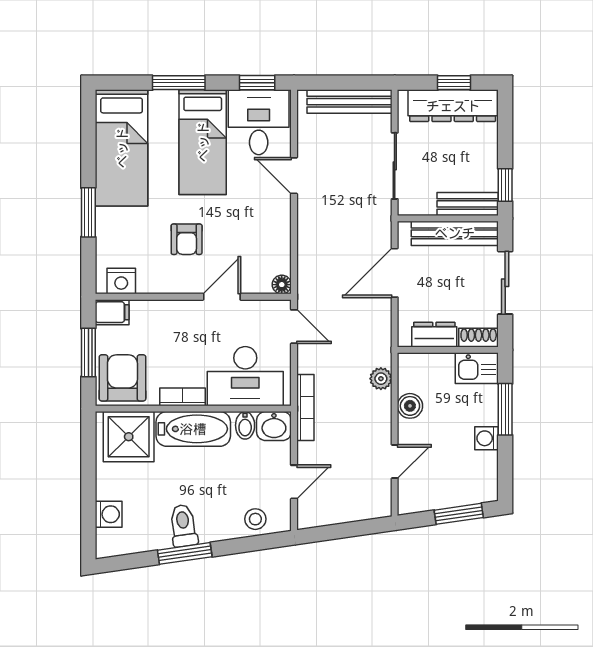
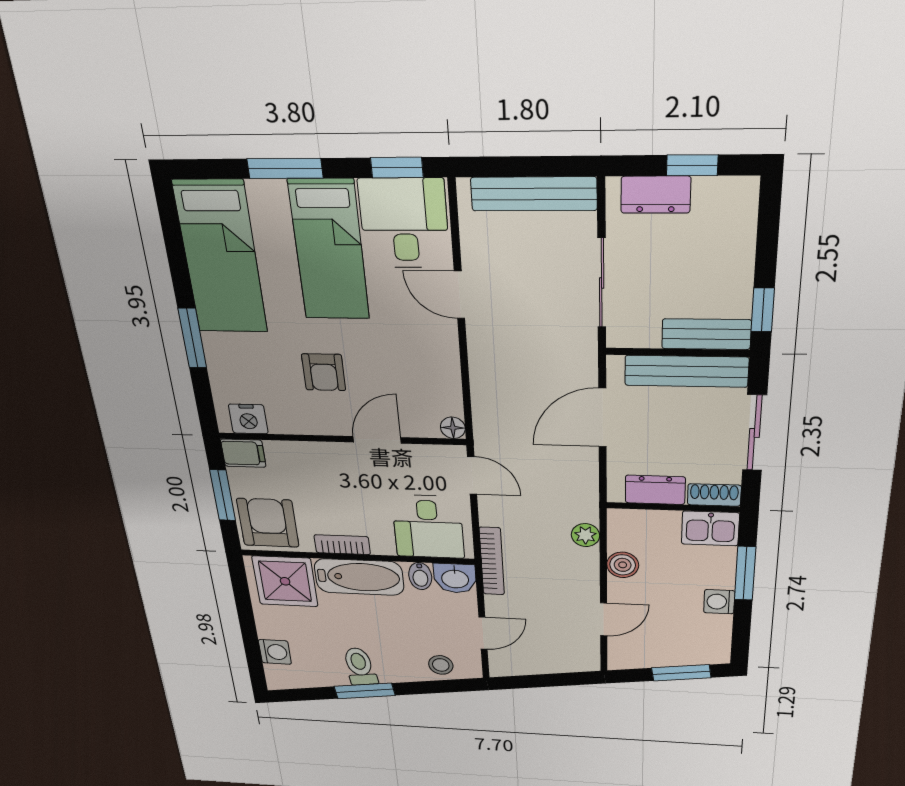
dresser: (453, 106) -> (656, 195), width x0.51, depth x0.80
desk: (245, 376) -> (428, 527), width x0.73

